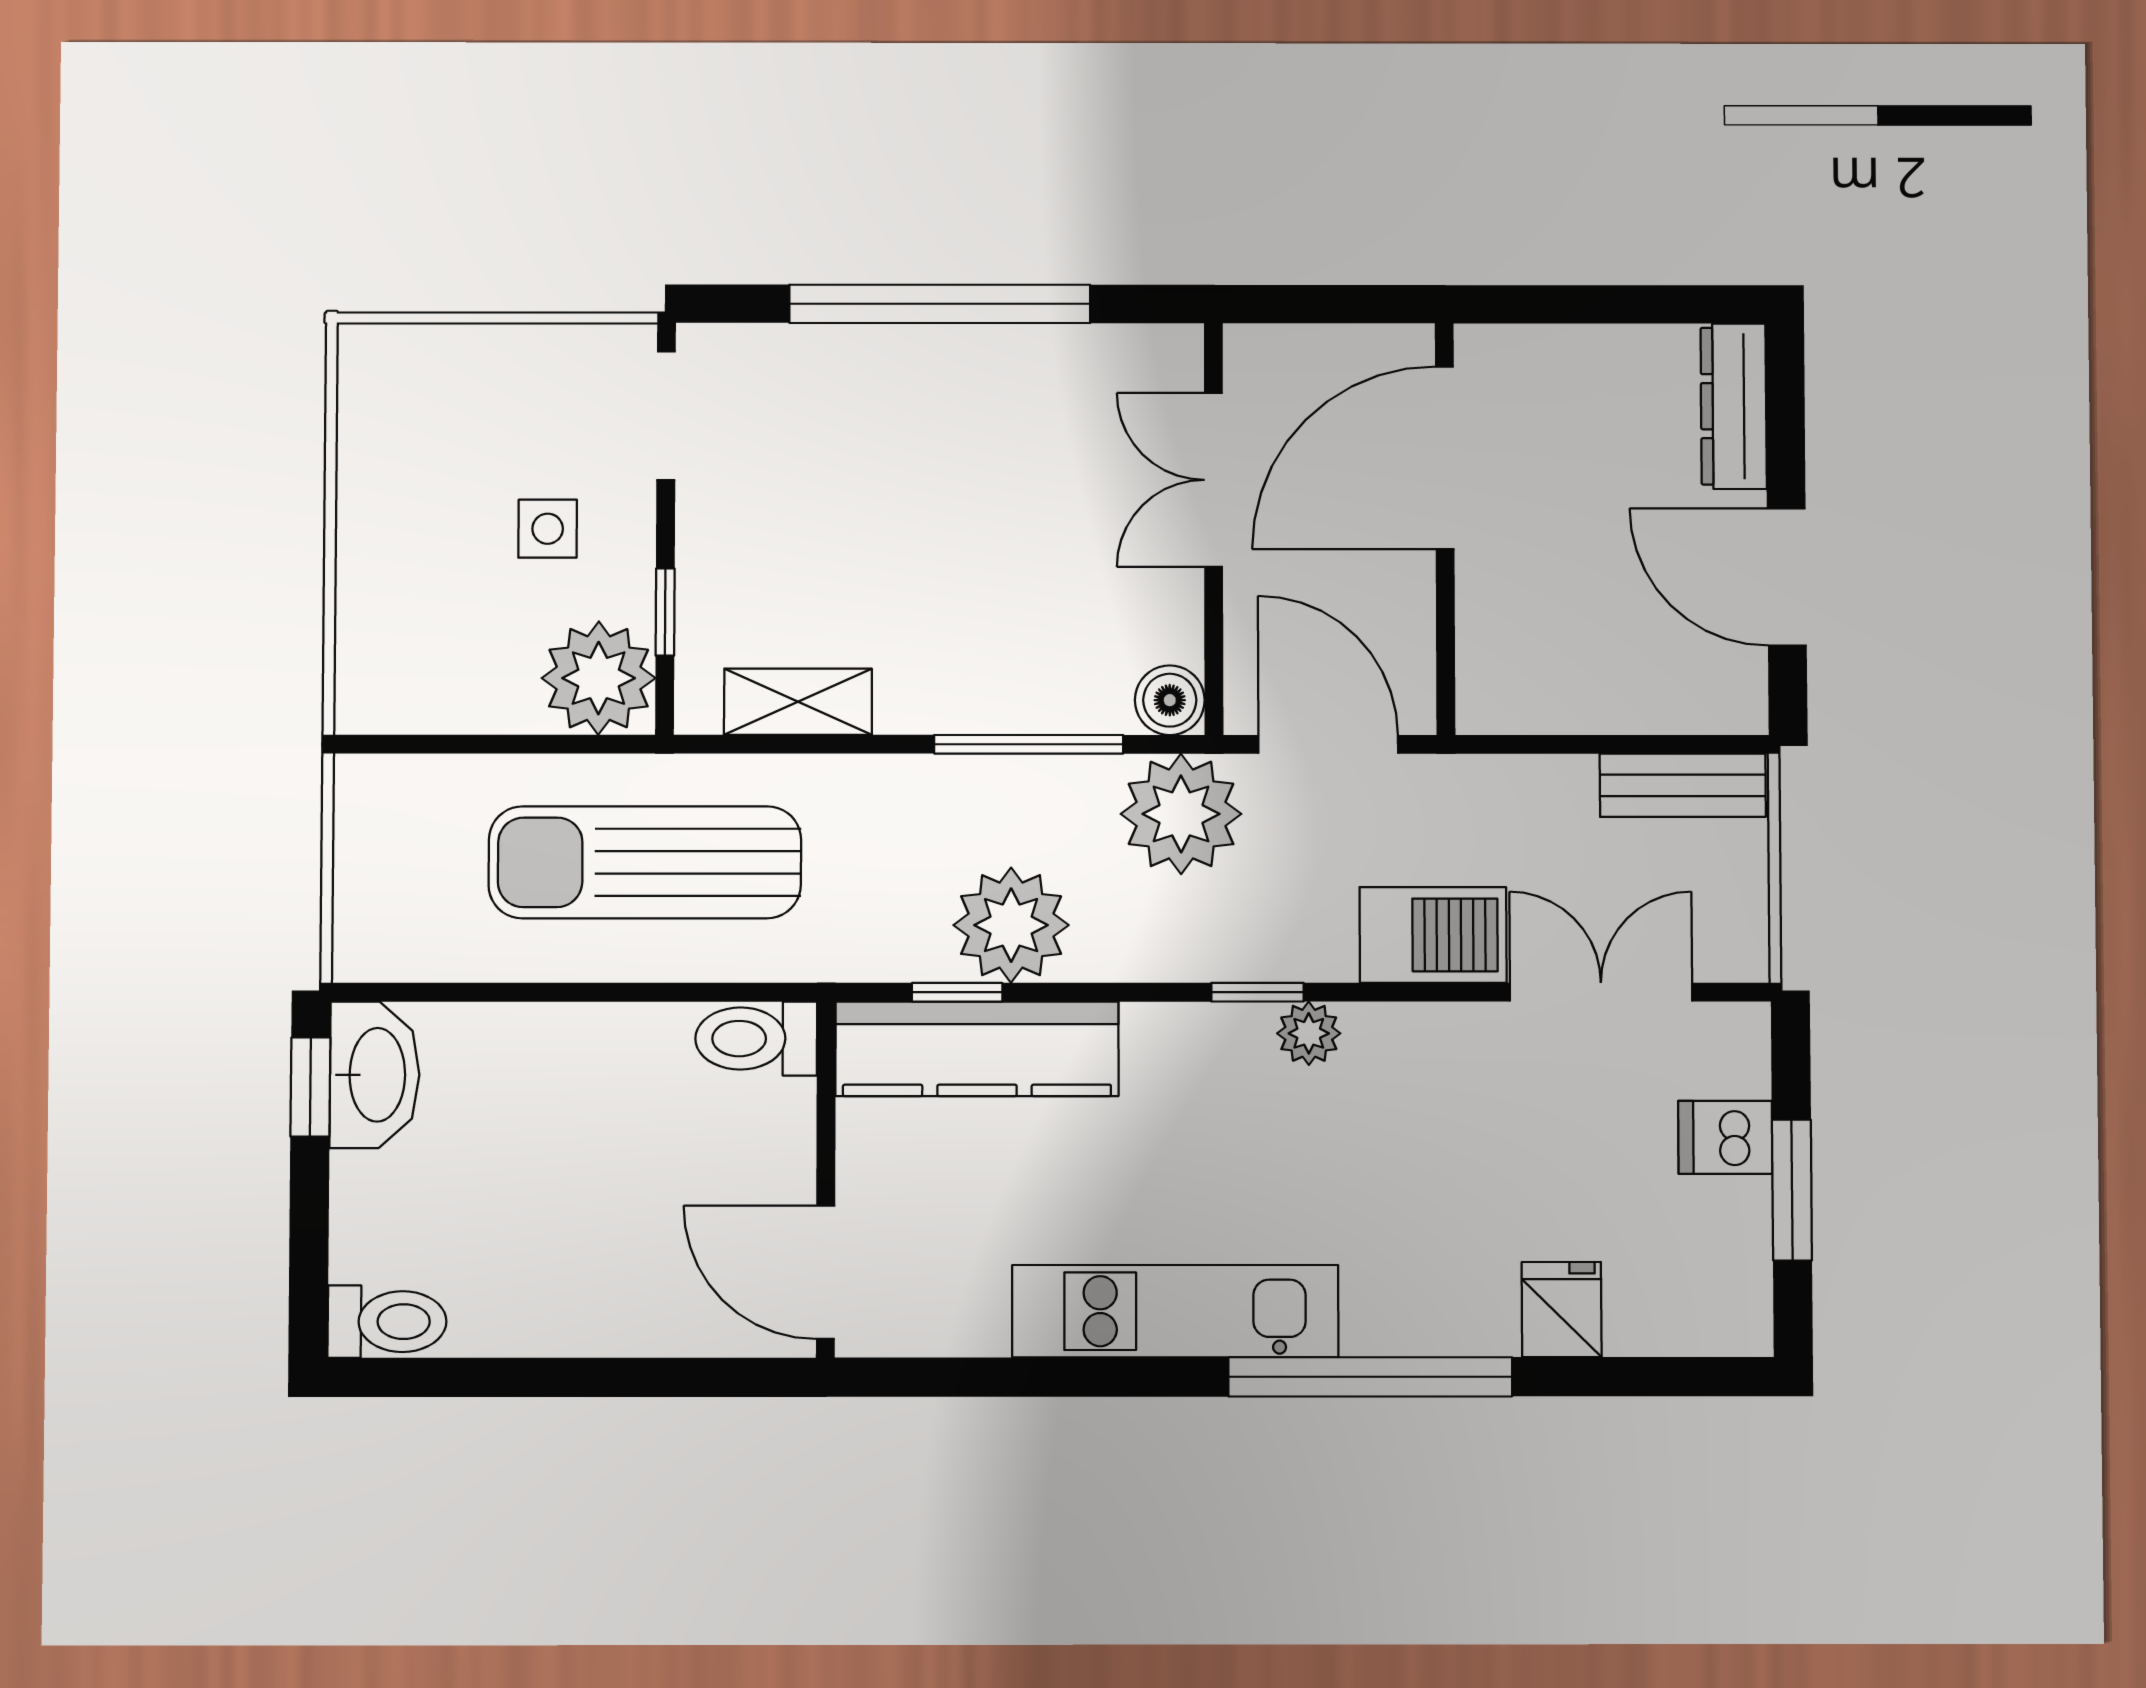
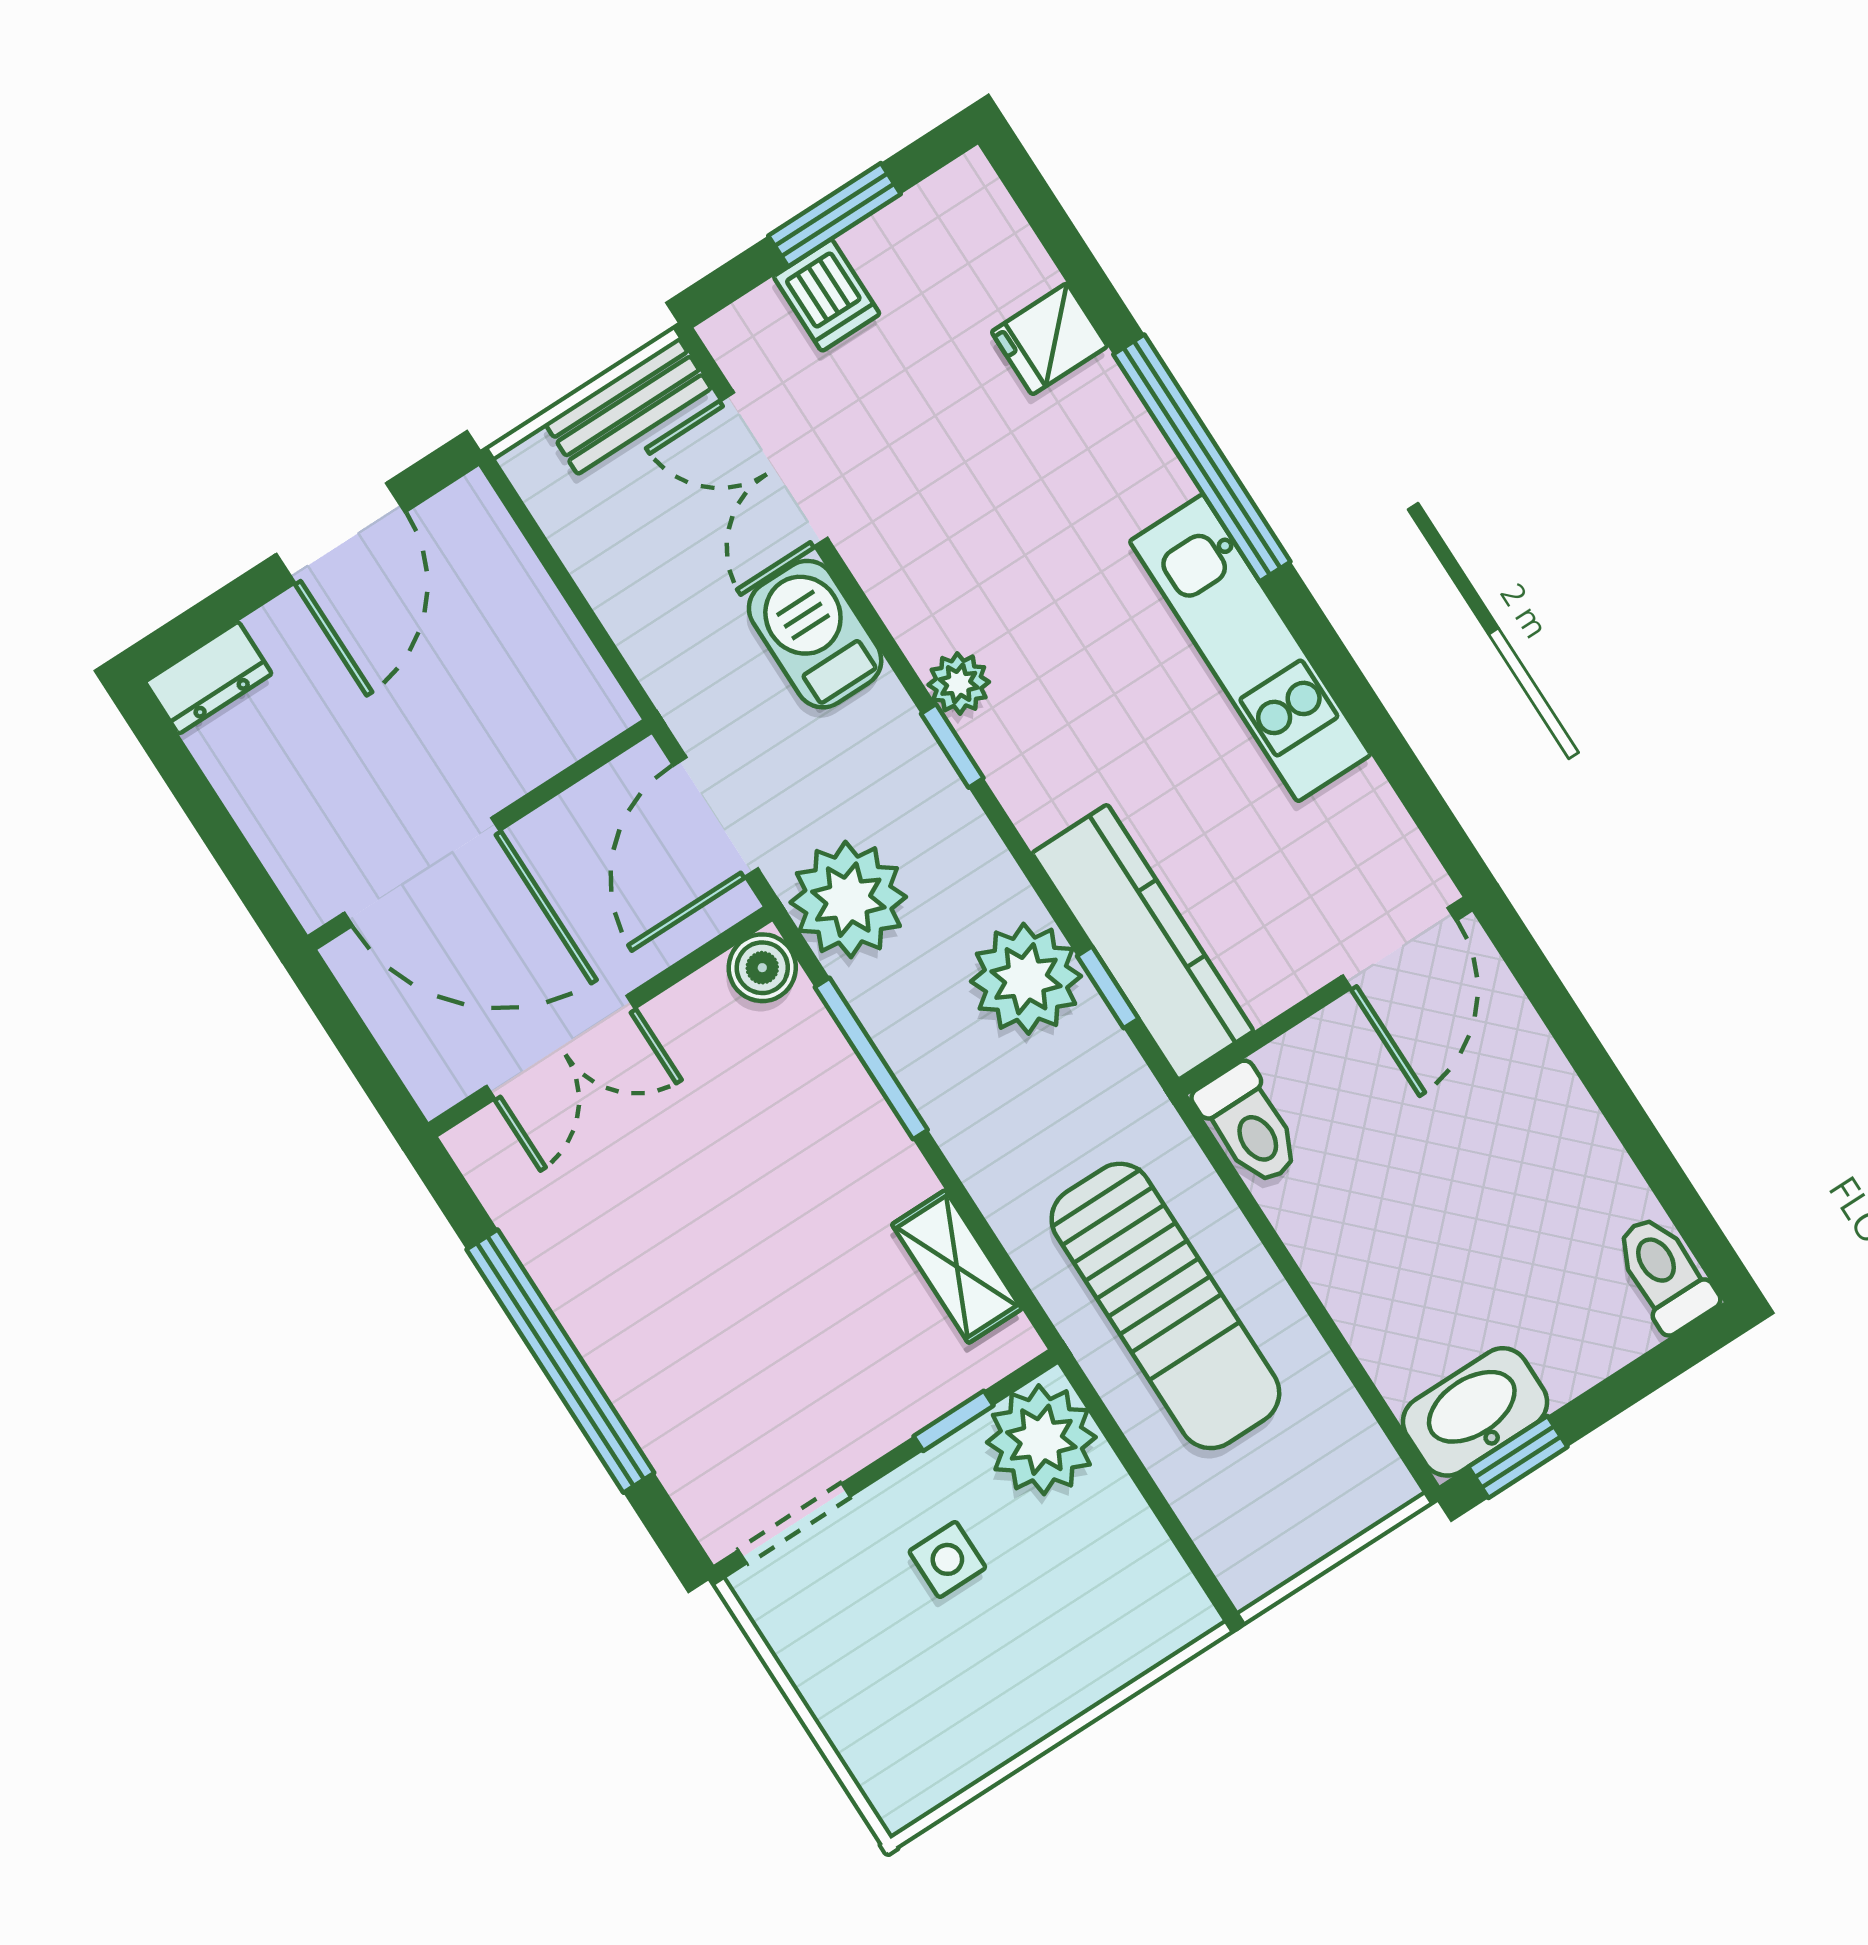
dresser: (1734, 406) -> (208, 678), width x0.70
bench: (1683, 785) -> (628, 406), moved, turned 90

